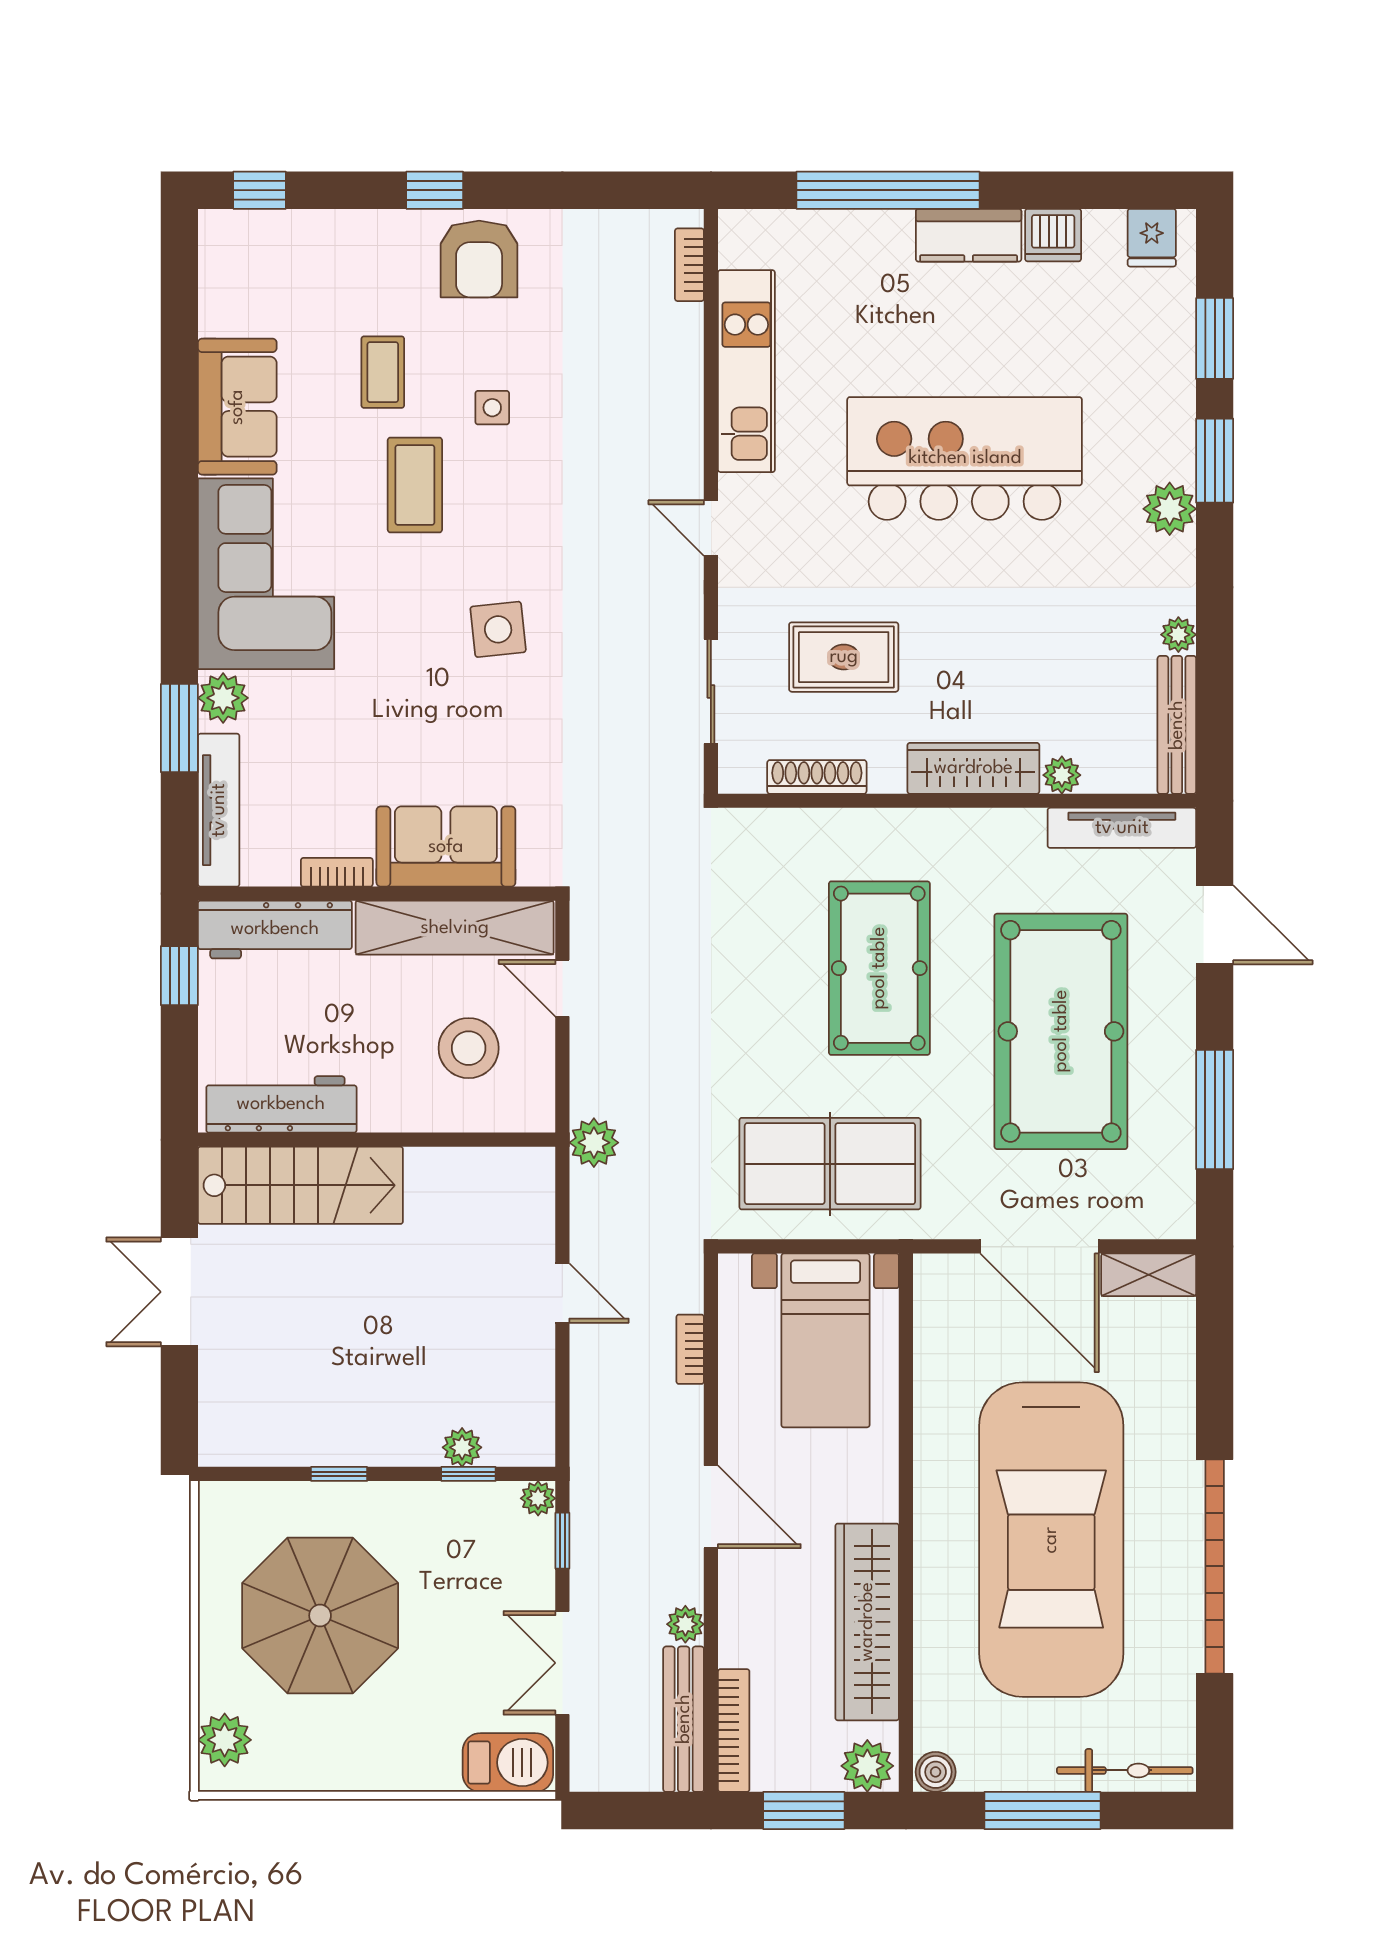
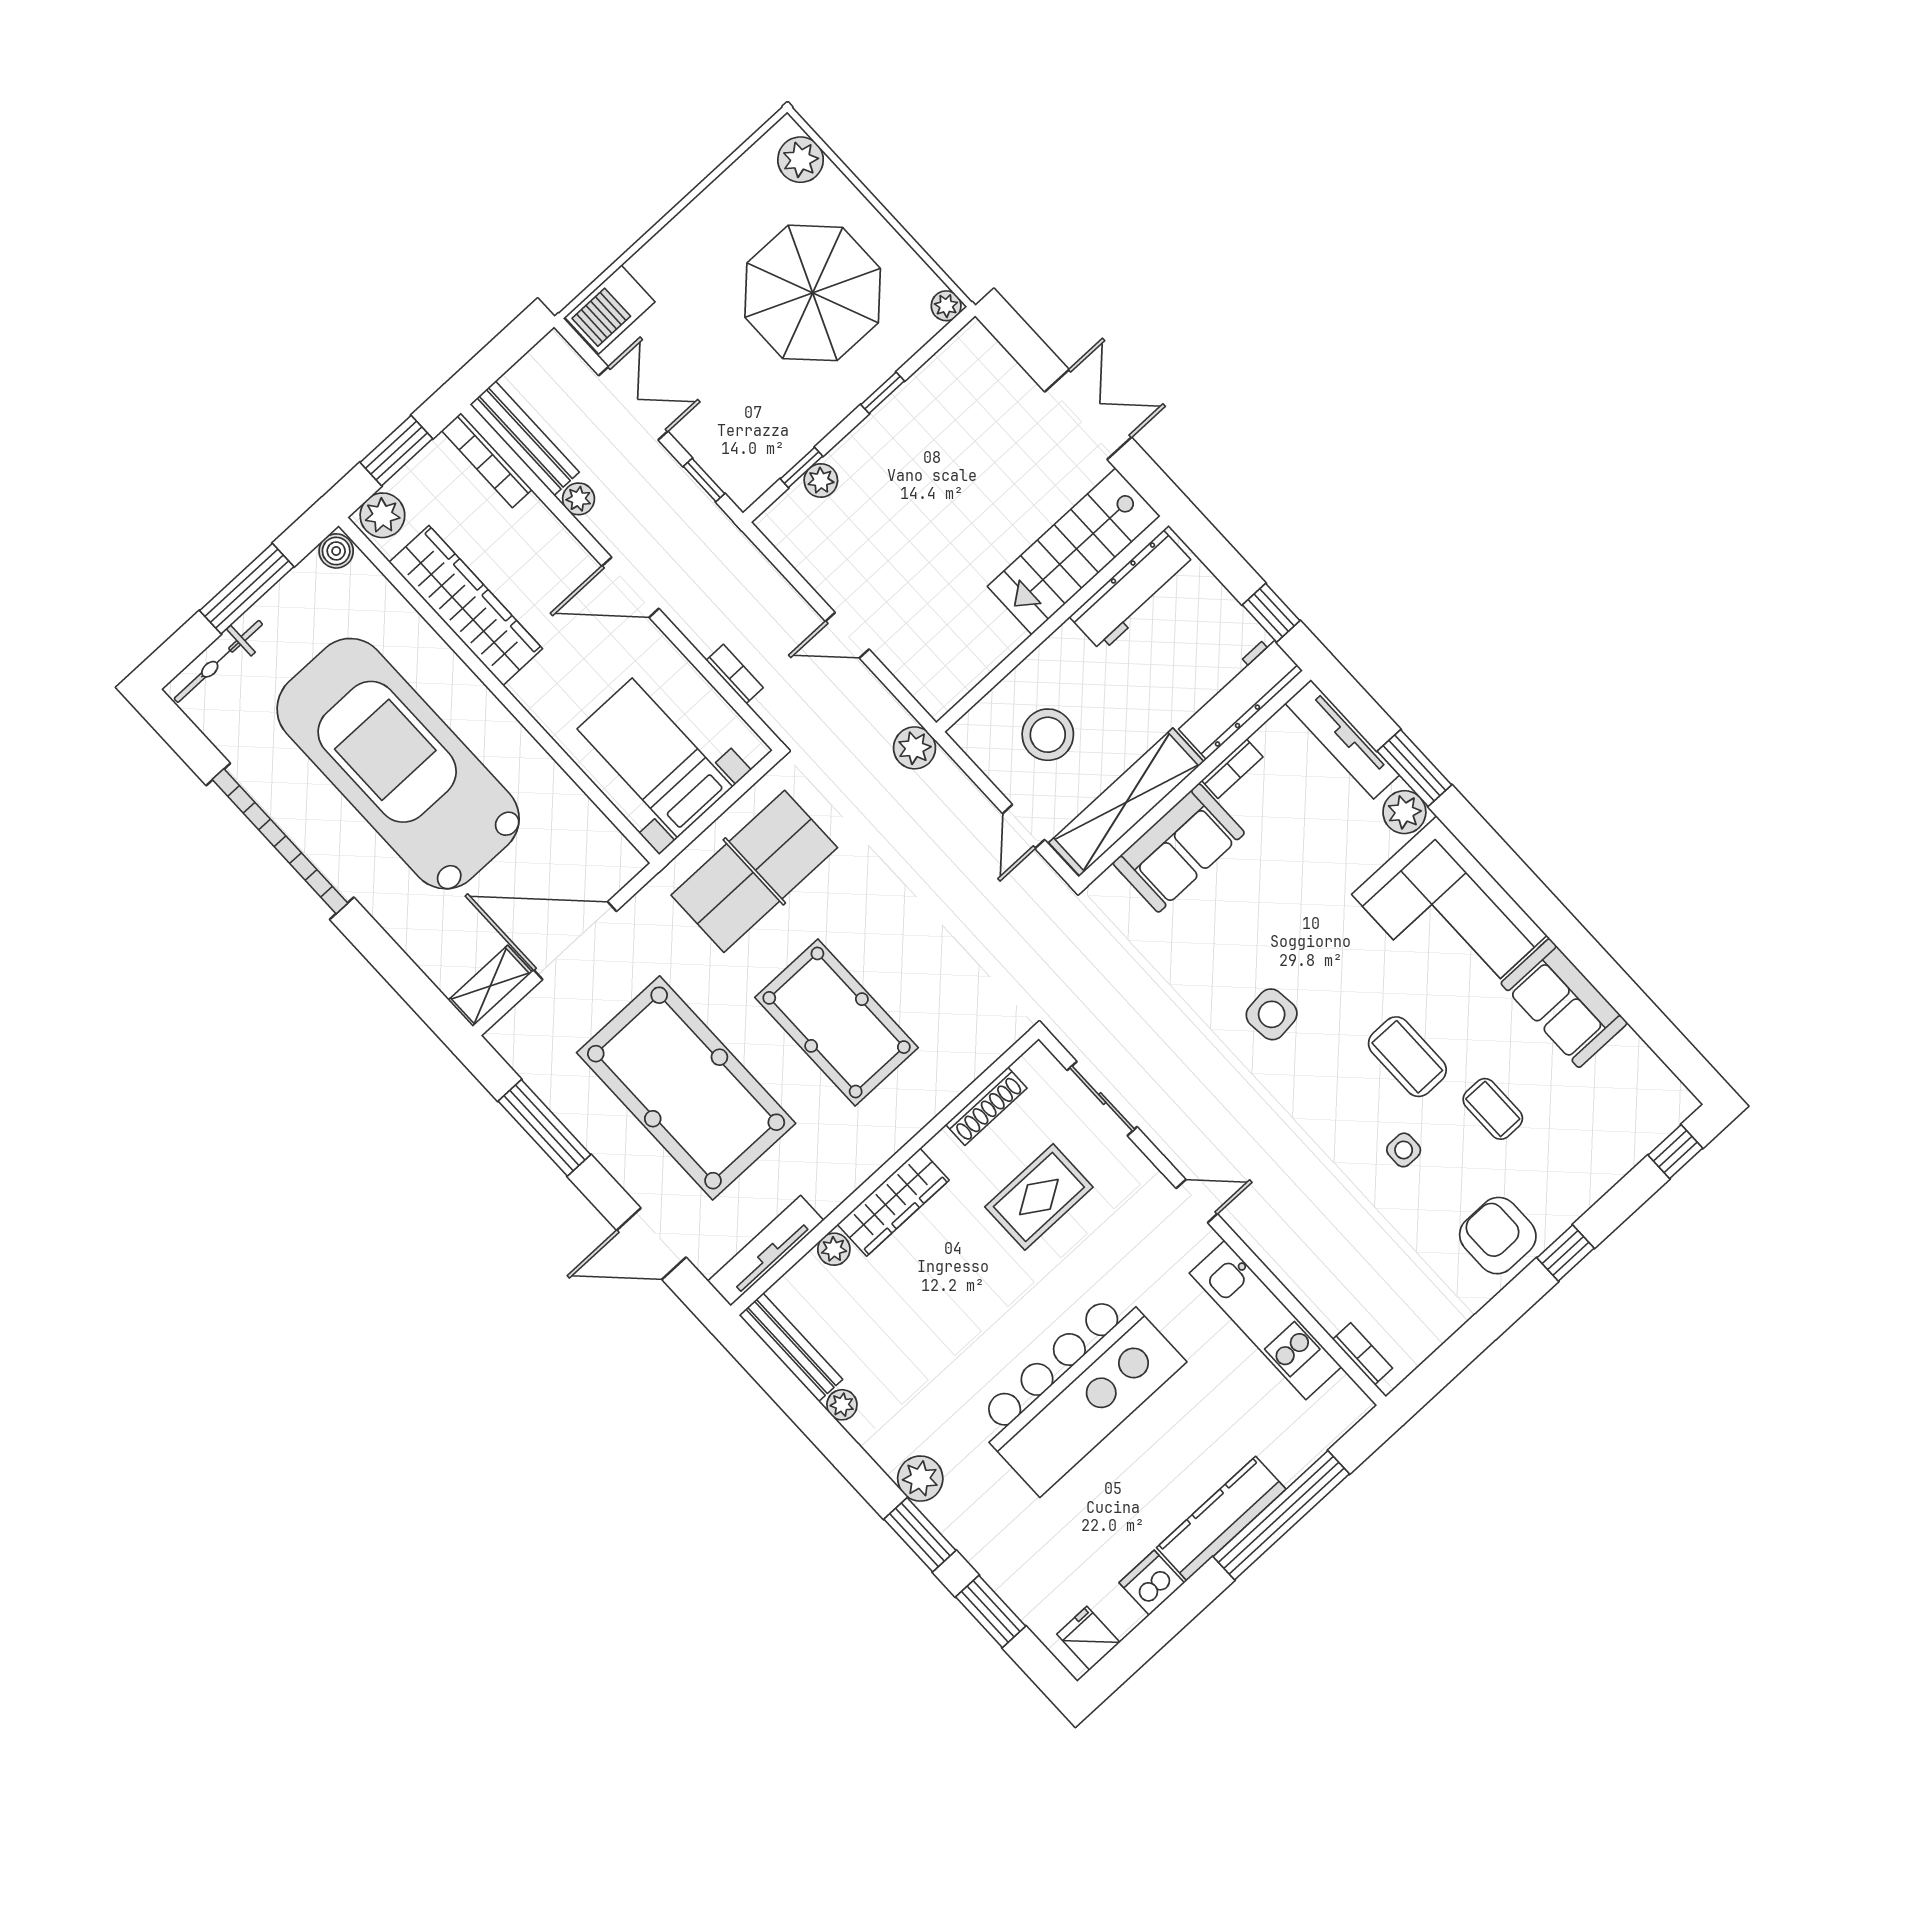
kitchen counter: (969, 235) -> (1221, 1518), width x1.50
door: (562, 988) -> (1024, 827), swing flipped
plant: (538, 1498) -> (946, 306), moved

